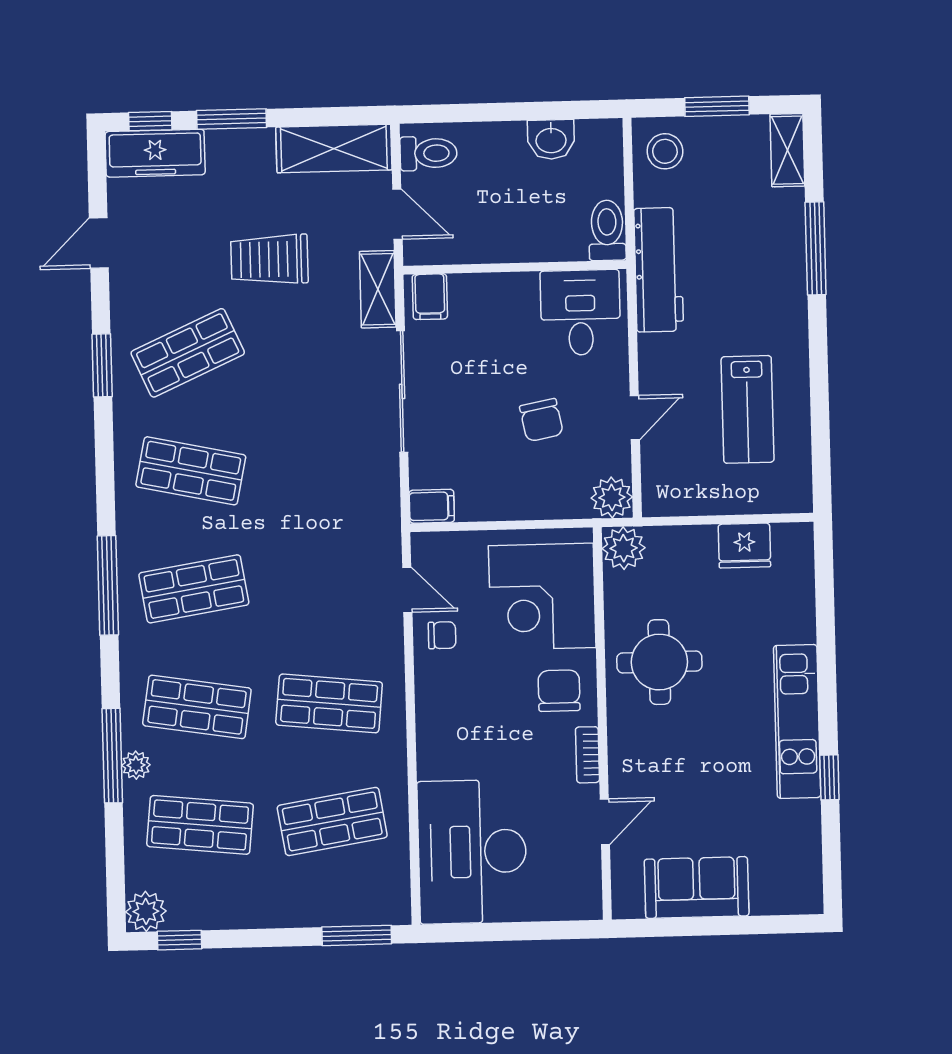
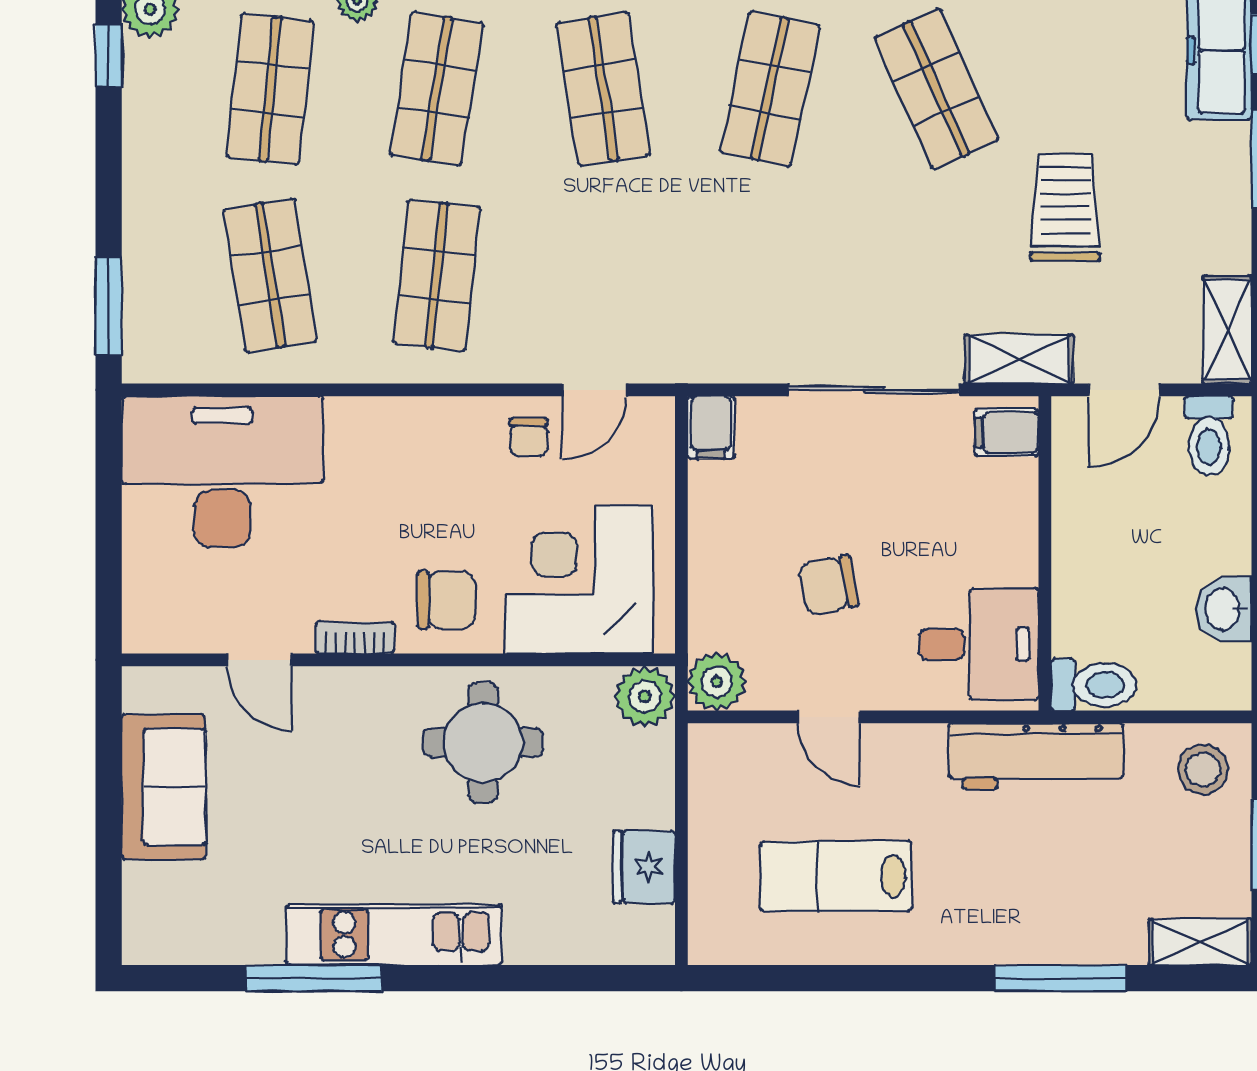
shelving: (334, 149) -> (1227, 330), width x0.67, depth x0.75
window: (829, 777) -> (314, 978), width x2.17

